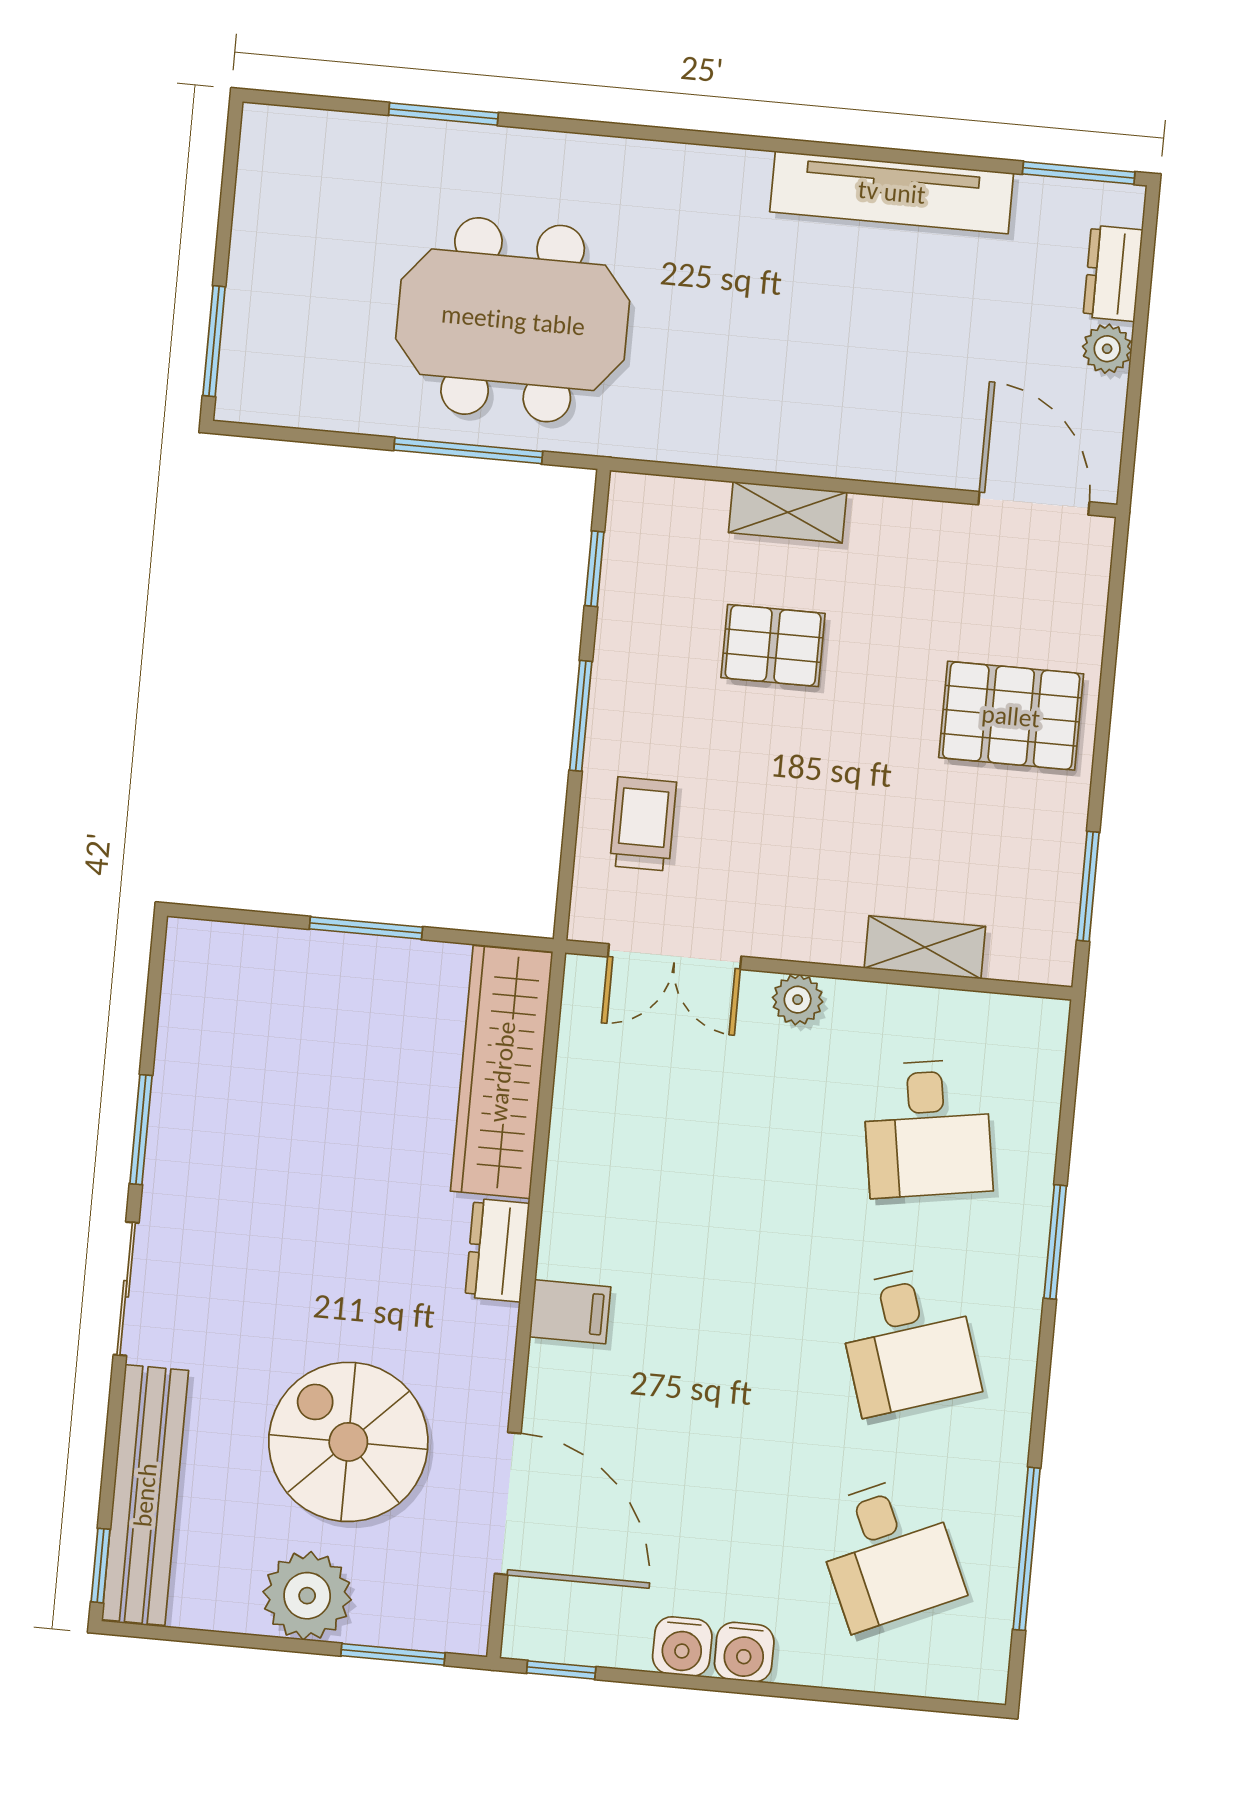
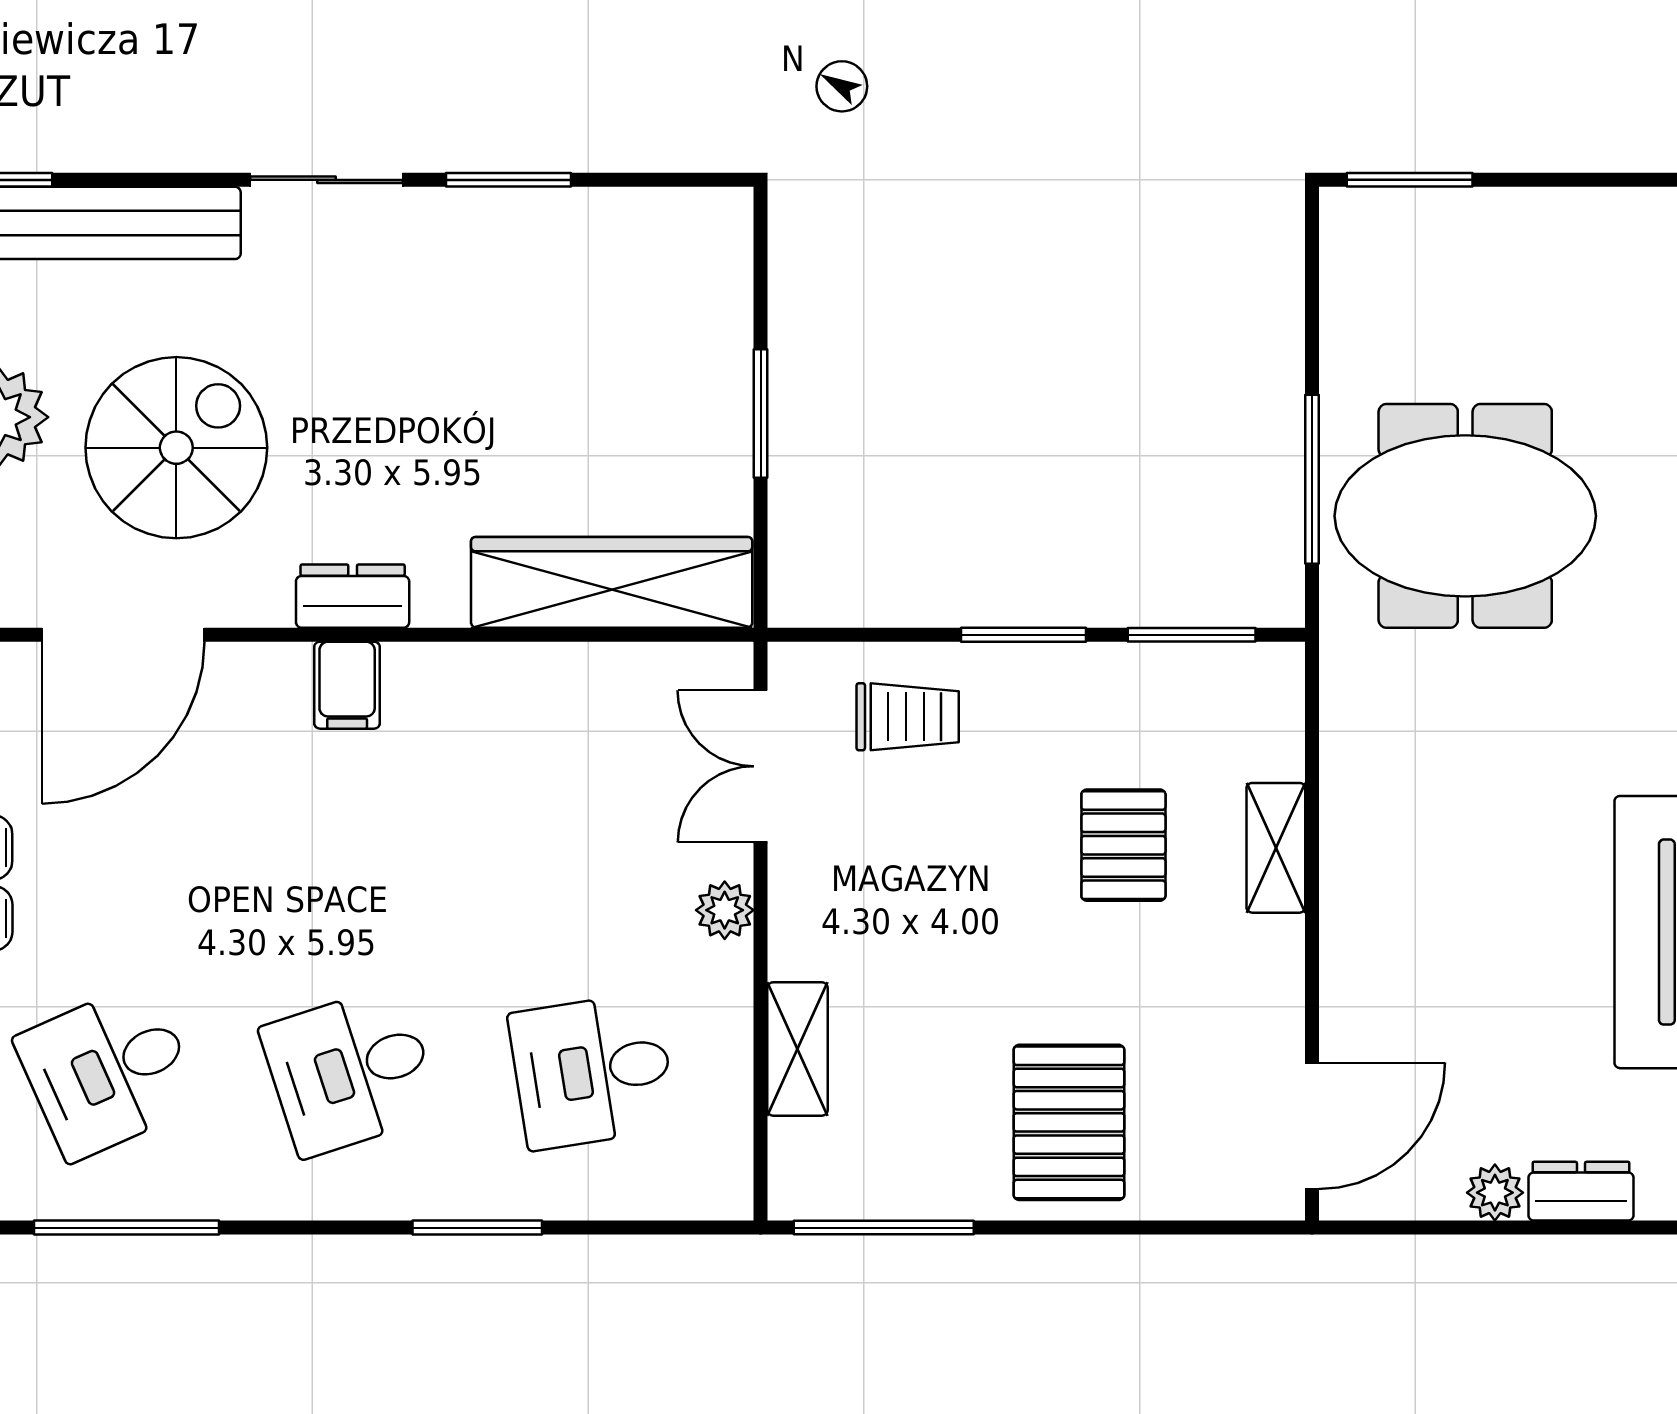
meeting table: (513, 320) -> (1465, 516), turned 90
window: (594, 569) -> (1192, 635), width x1.50
window: (1088, 886) -> (884, 1228), width x1.44
dresser: (497, 1250) -> (353, 596), moved

